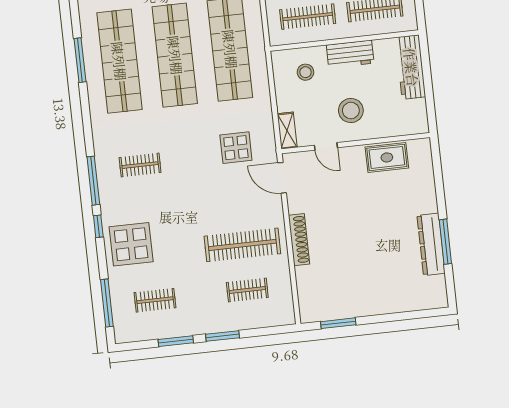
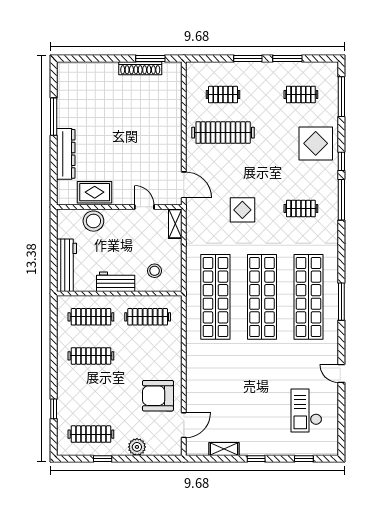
stool: (351, 110) -> (93, 221), moved
display table: (236, 148) -> (242, 210), moved
shoe rack: (299, 240) -> (140, 68), moved, turned -90
dresser: (431, 244) -> (66, 154), moved

